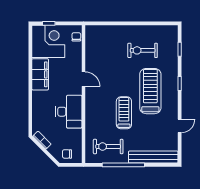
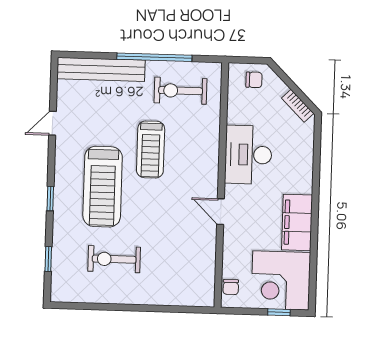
exercise bike: (143, 50) -> (114, 259), turned 180
exercise bike: (108, 146) -> (181, 91), turned 180

